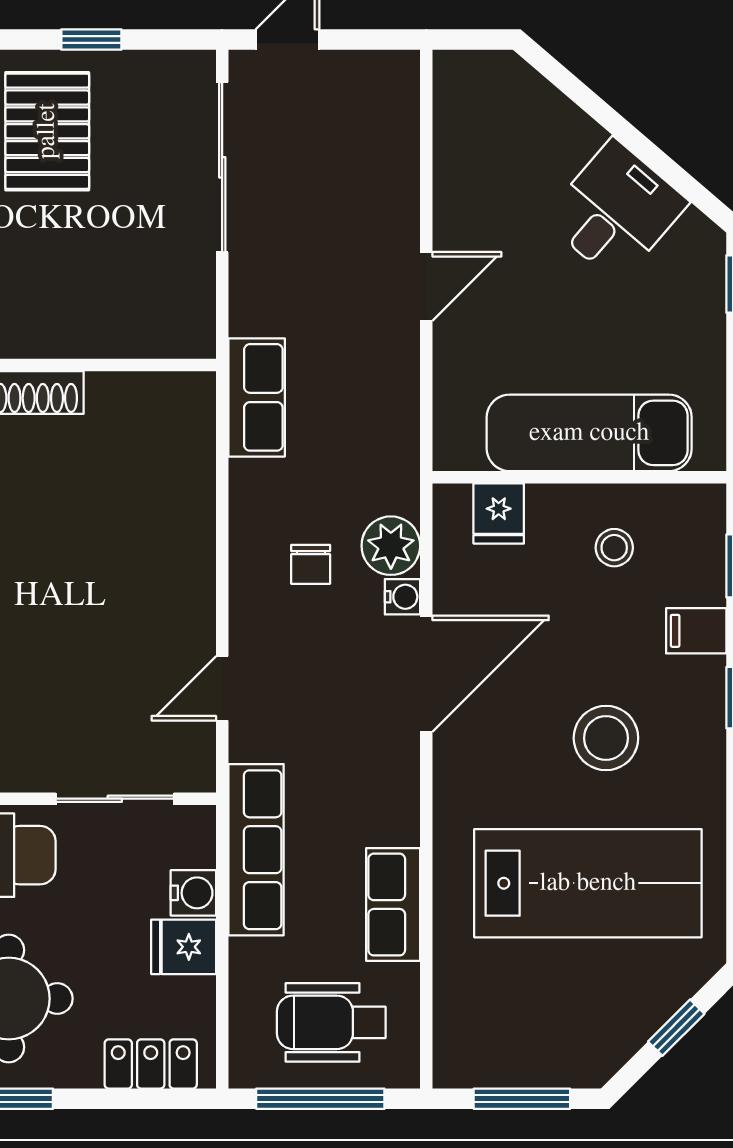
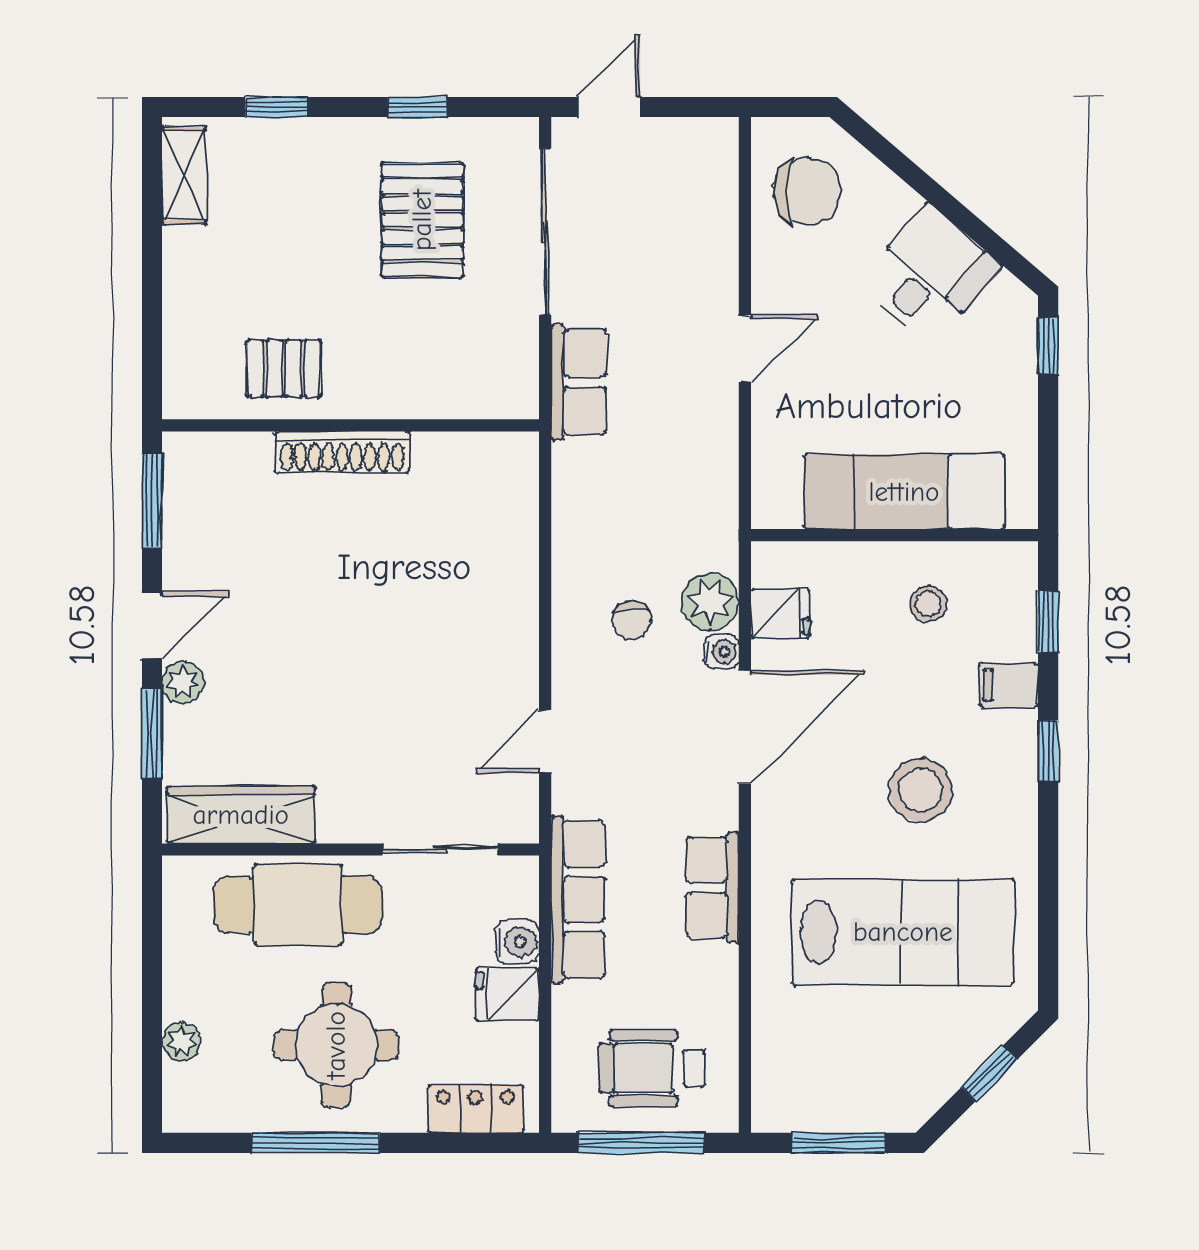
chair: (490, 126) -> (807, 191), added
pallet: (47, 131) -> (422, 220), moved
row of seats: (257, 397) -> (579, 382), moved
fridge: (499, 514) -> (780, 613), moved, turned -90
row of seats: (393, 905) -> (712, 888), moved

